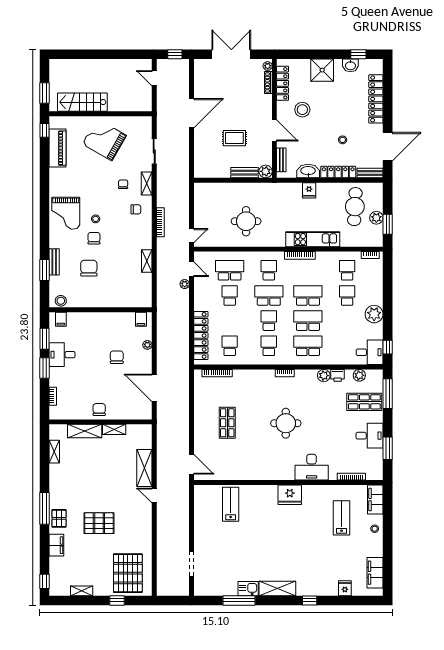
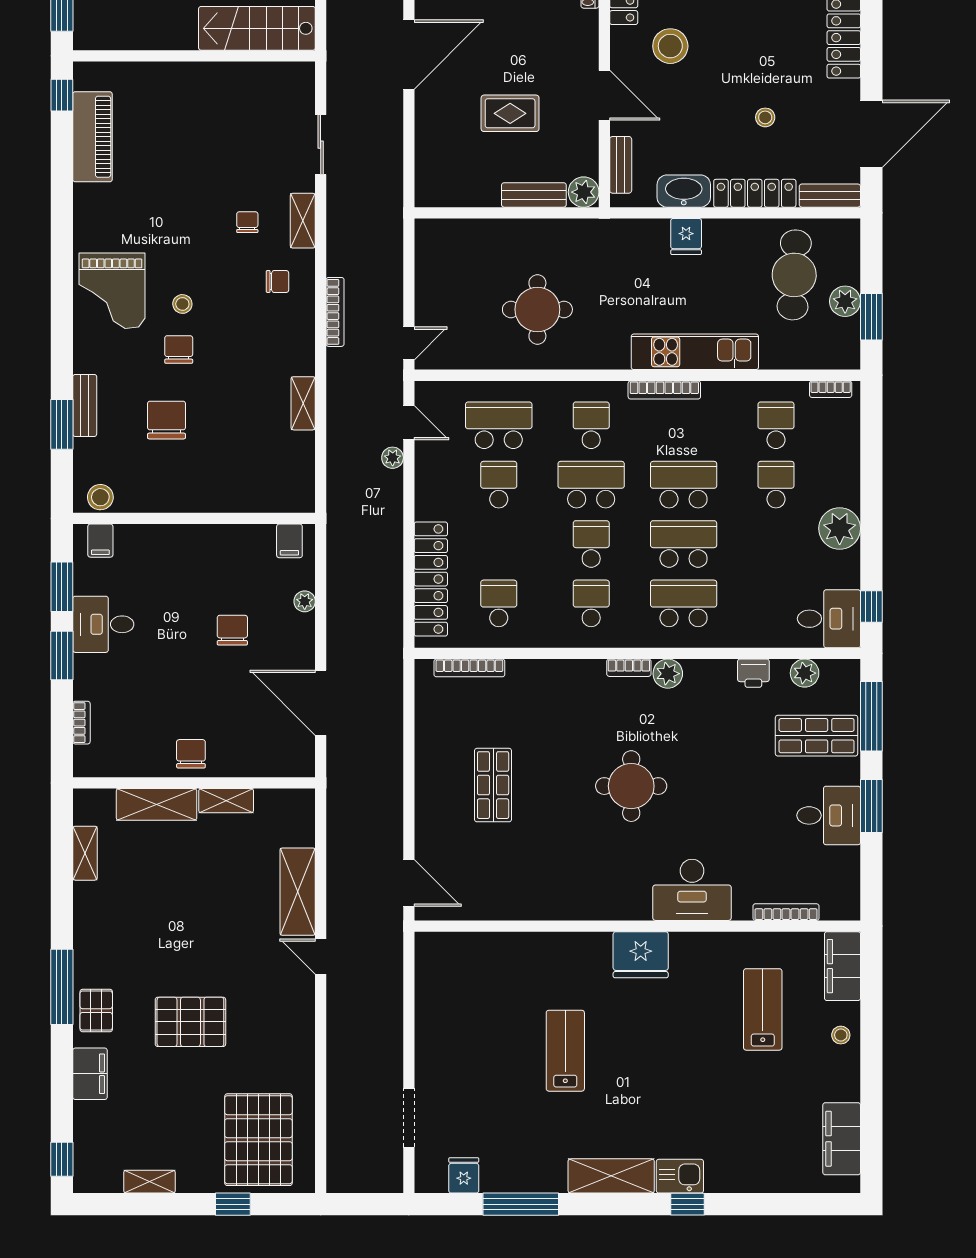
stairs: (82, 102) -> (257, 28), moved
grand piano: (104, 140) -> (203, 117), removed
plant: (324, 376) -> (668, 674), moved
window: (388, 448) -> (871, 806), moved
lab bench: (231, 504) -> (565, 1051), moved
fridge: (345, 588) -> (464, 1175), moved
kitchen sink: (248, 589) -> (680, 1176), moved

